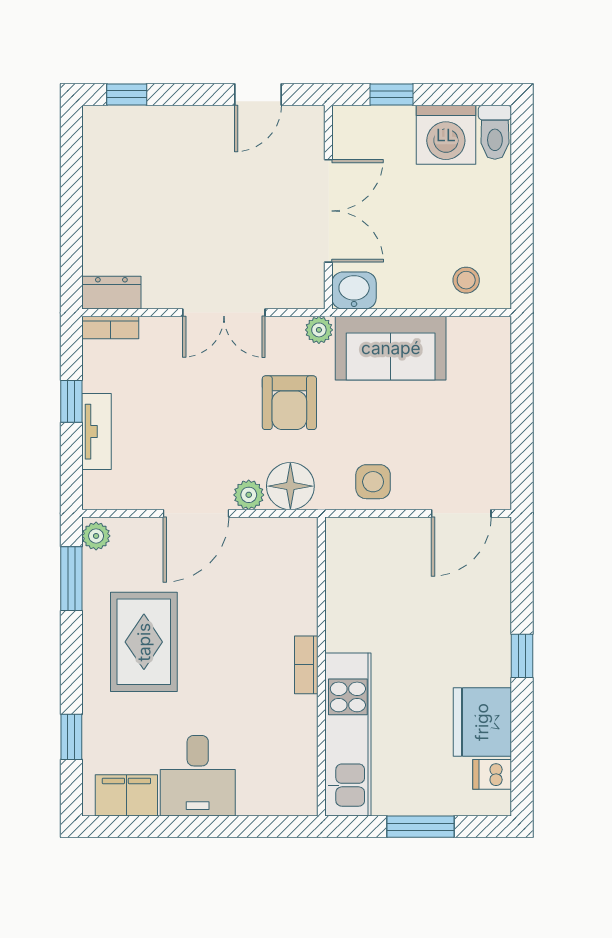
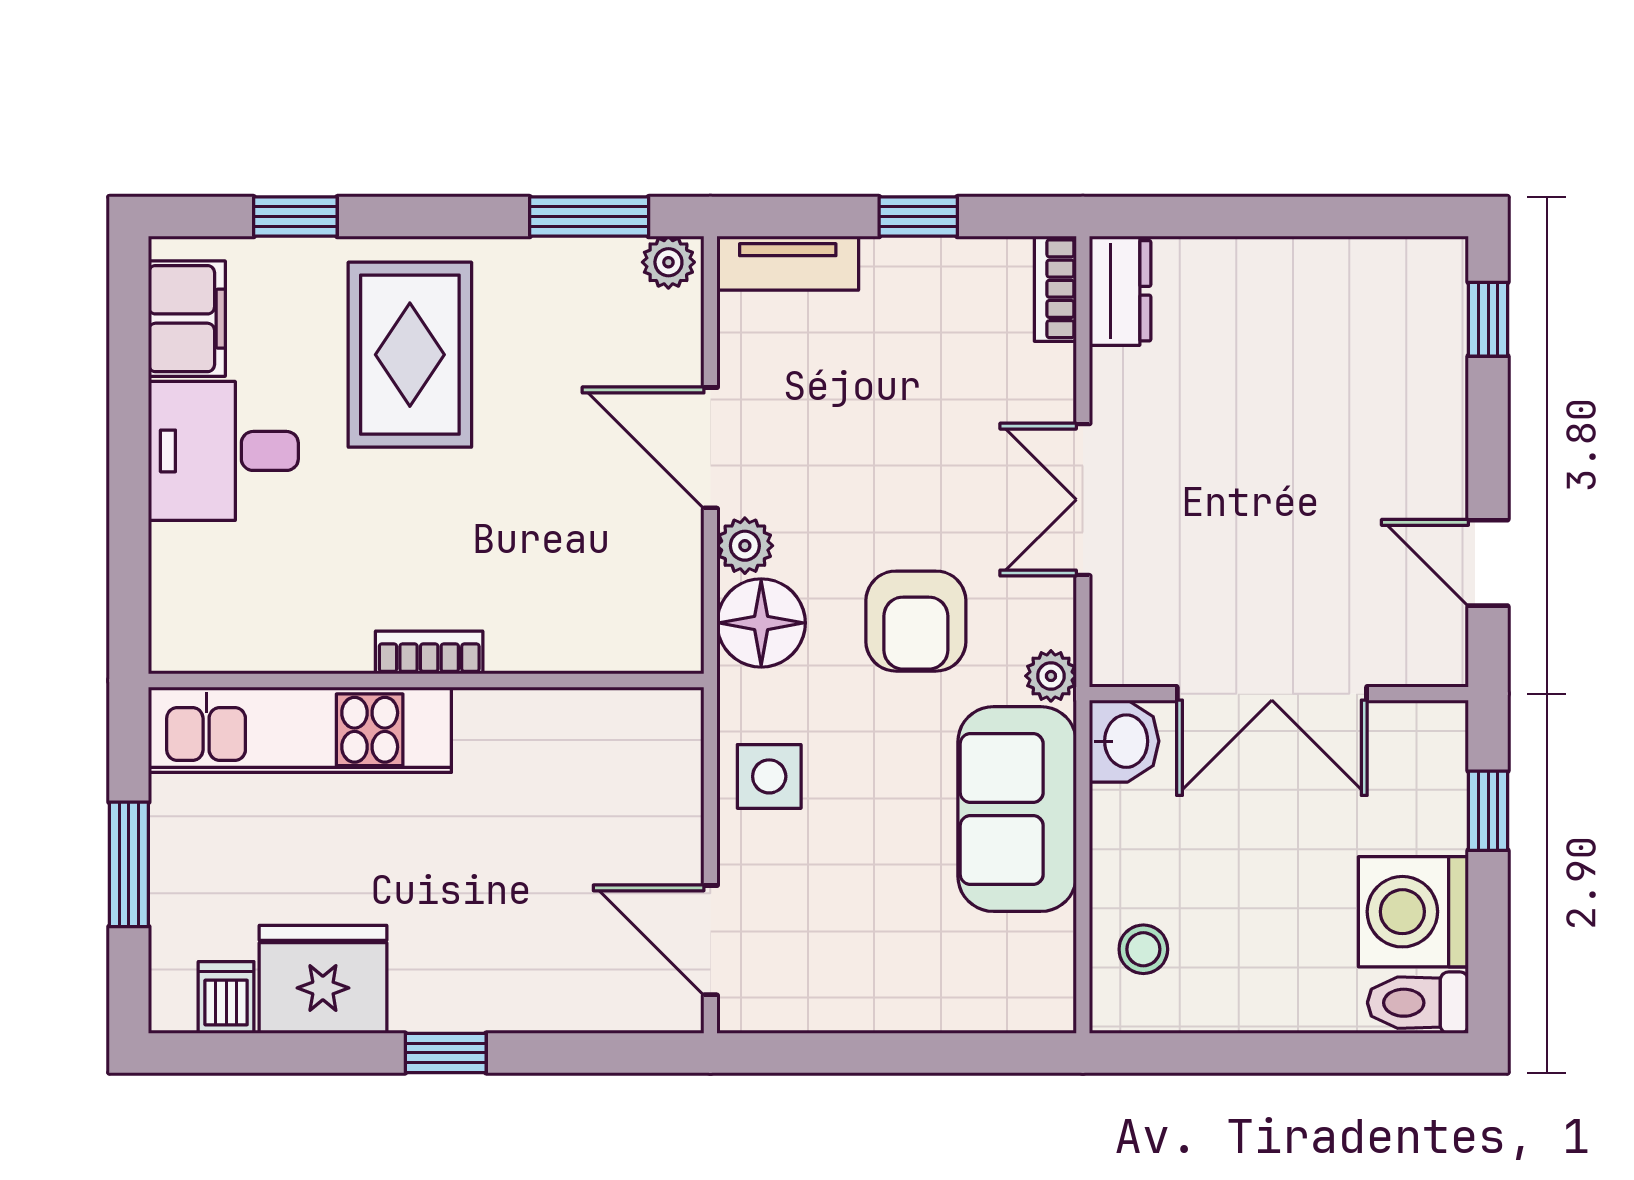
armchair: (289, 403) -> (916, 621), turned -90
tv unit: (97, 432) -> (788, 263), moved
rug: (144, 642) -> (410, 355), moved, turned 90

